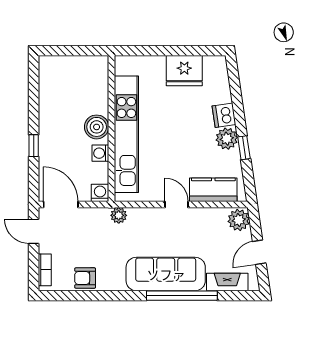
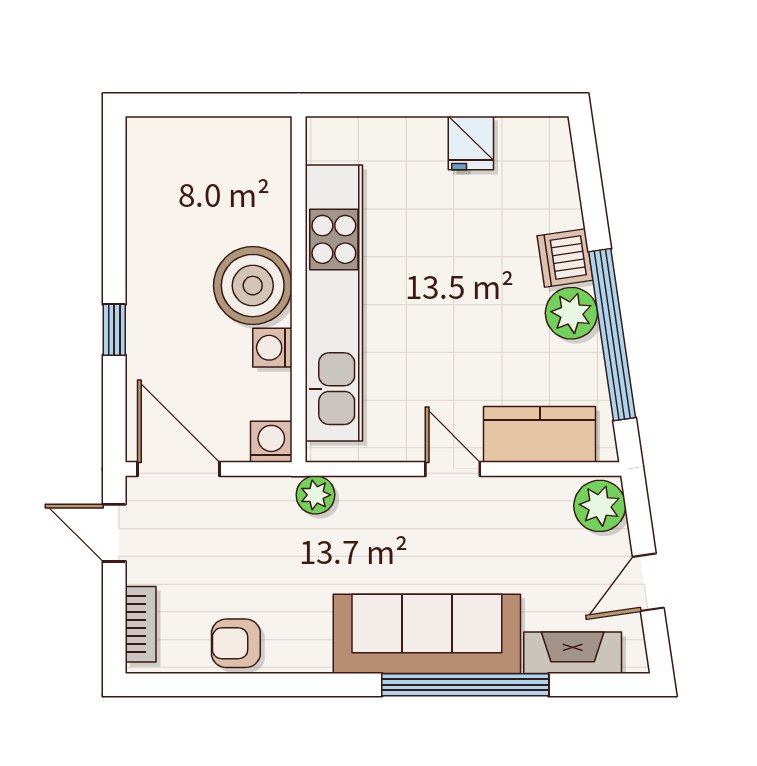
fridge: (184, 71) -> (471, 143), width x0.53, depth x0.75
boiler: (97, 127) -> (253, 286), width x1.37, depth x1.37
window: (244, 148) -> (612, 335), width x3.17

